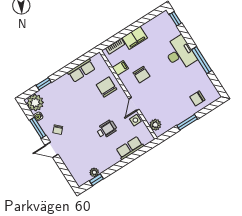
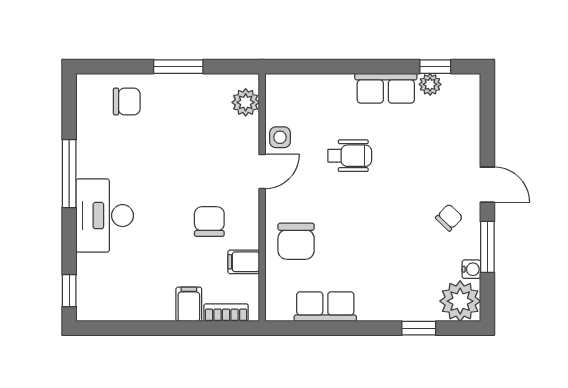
filing cabinet: (135, 38) -> (189, 304), width x0.50
wheelchair: (107, 129) -> (350, 156), turned 180
row of seats: (130, 148) -> (386, 88), moved

